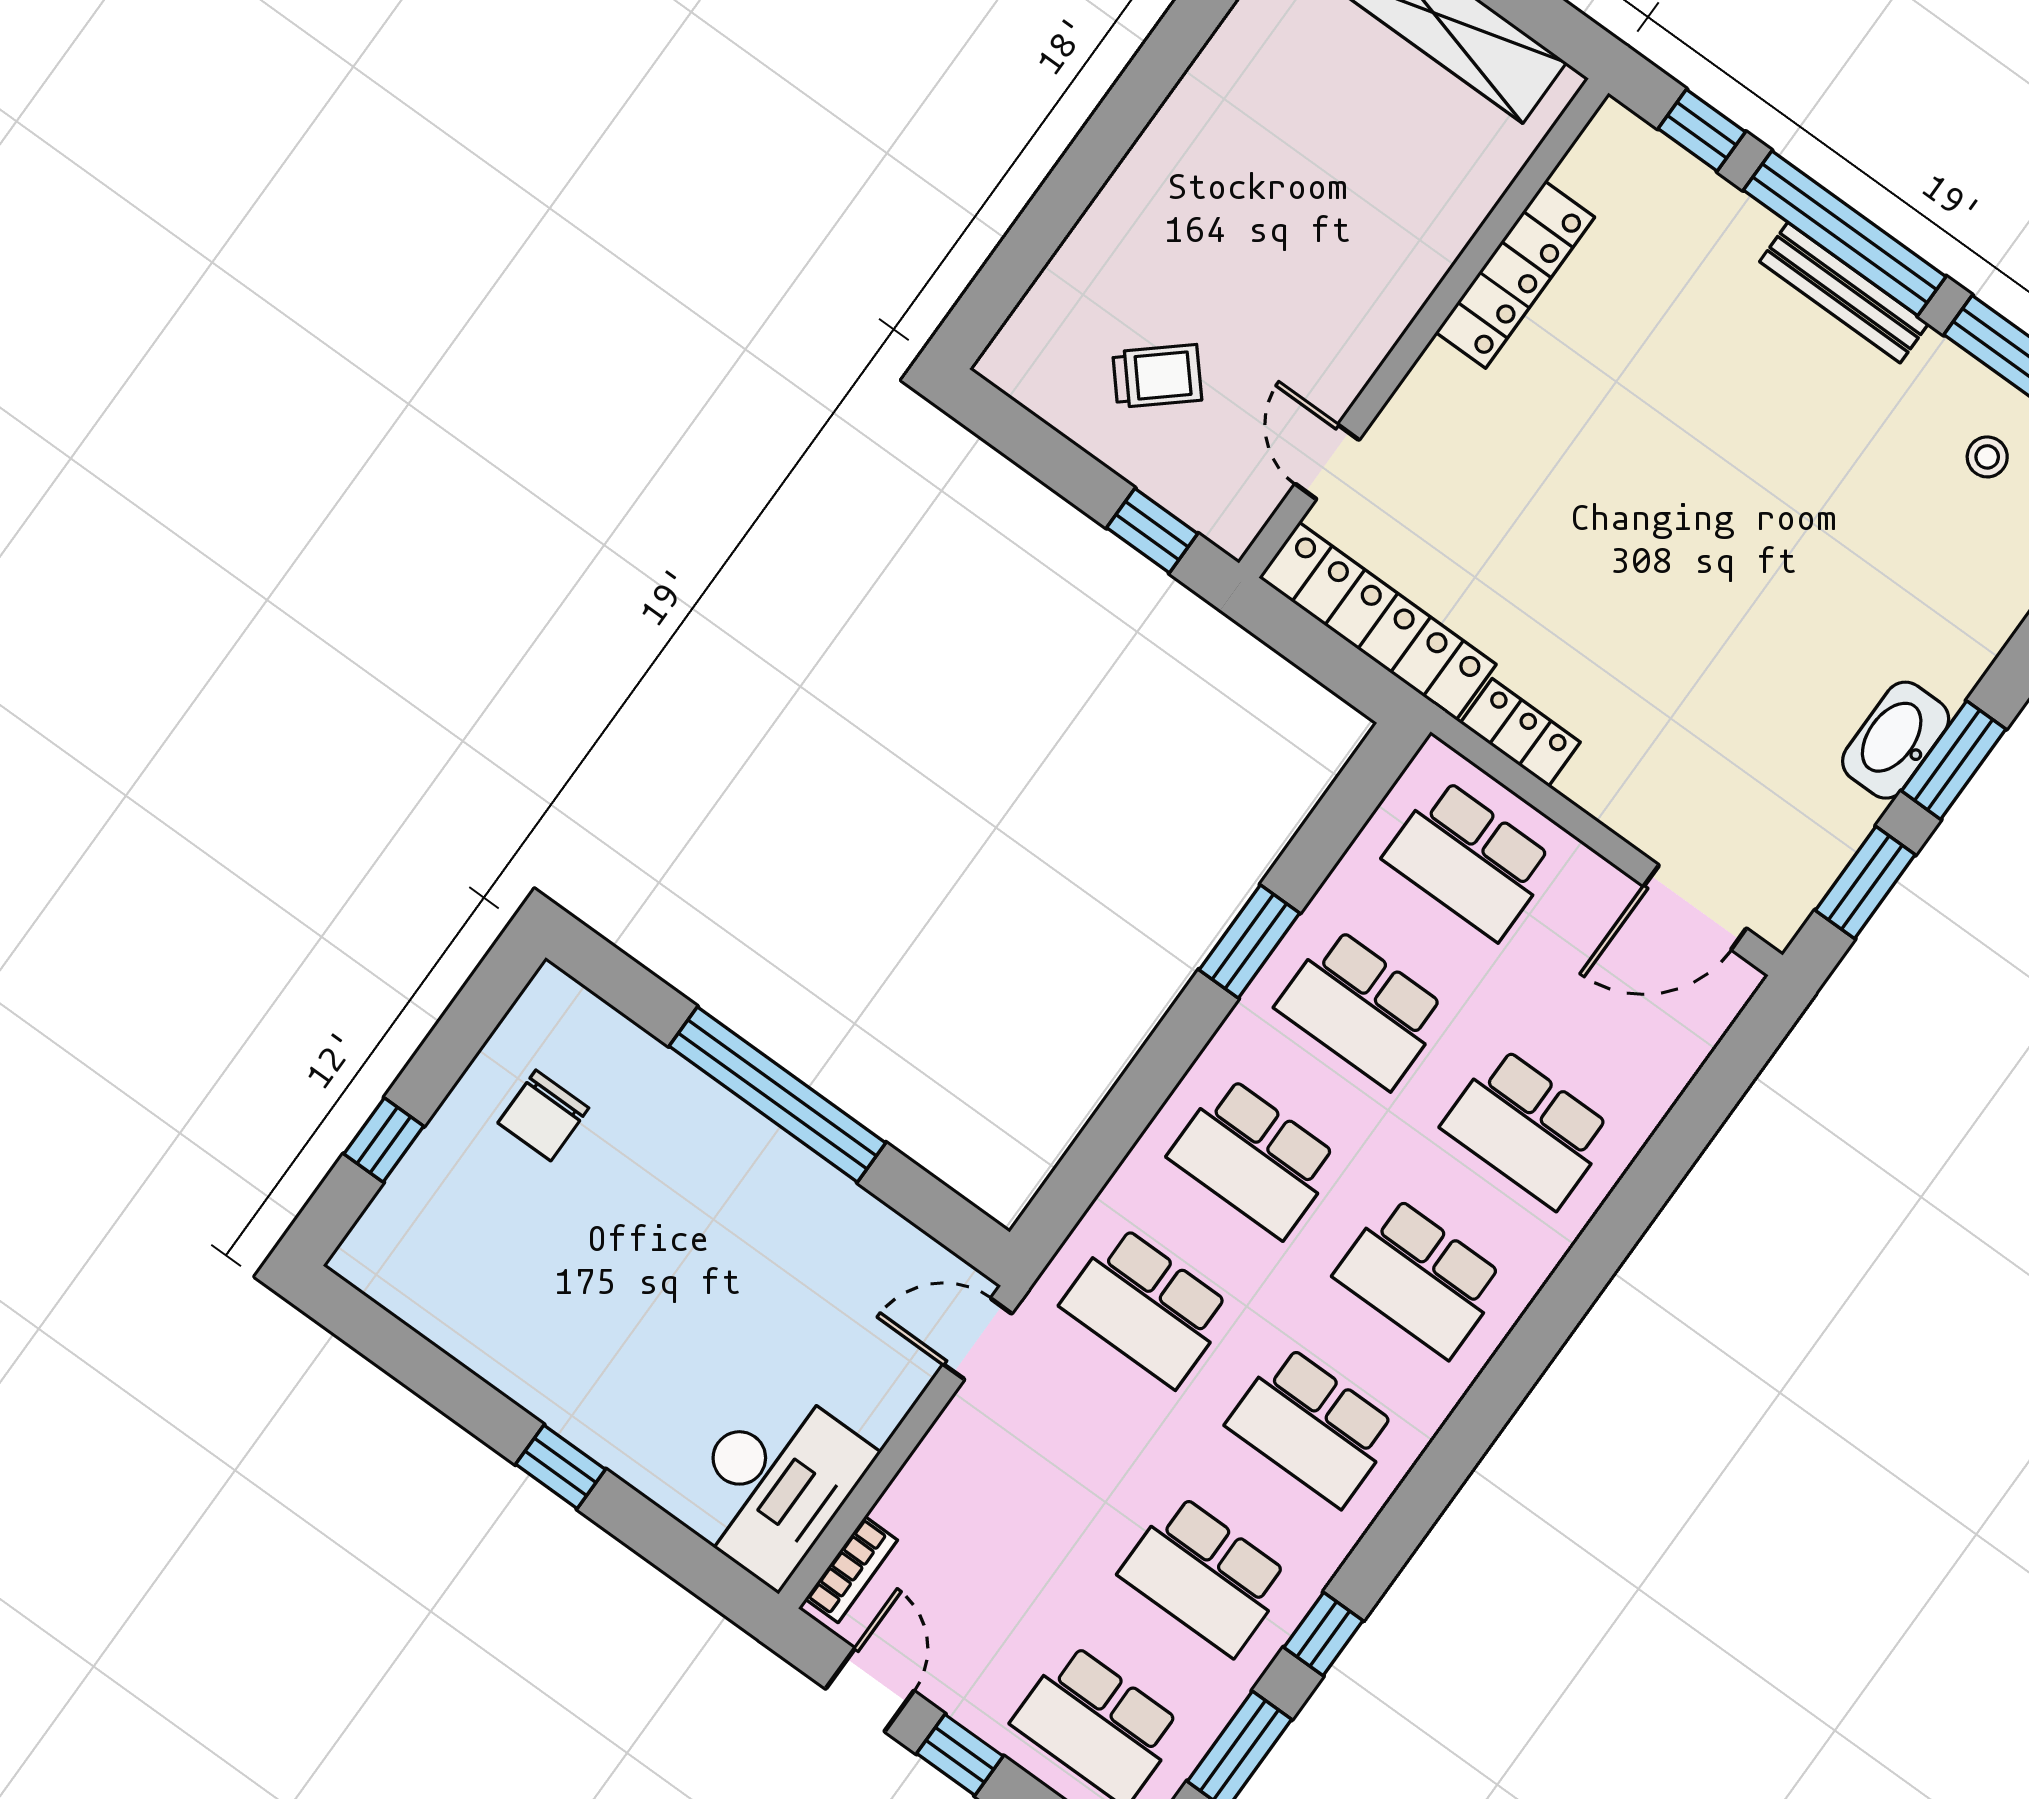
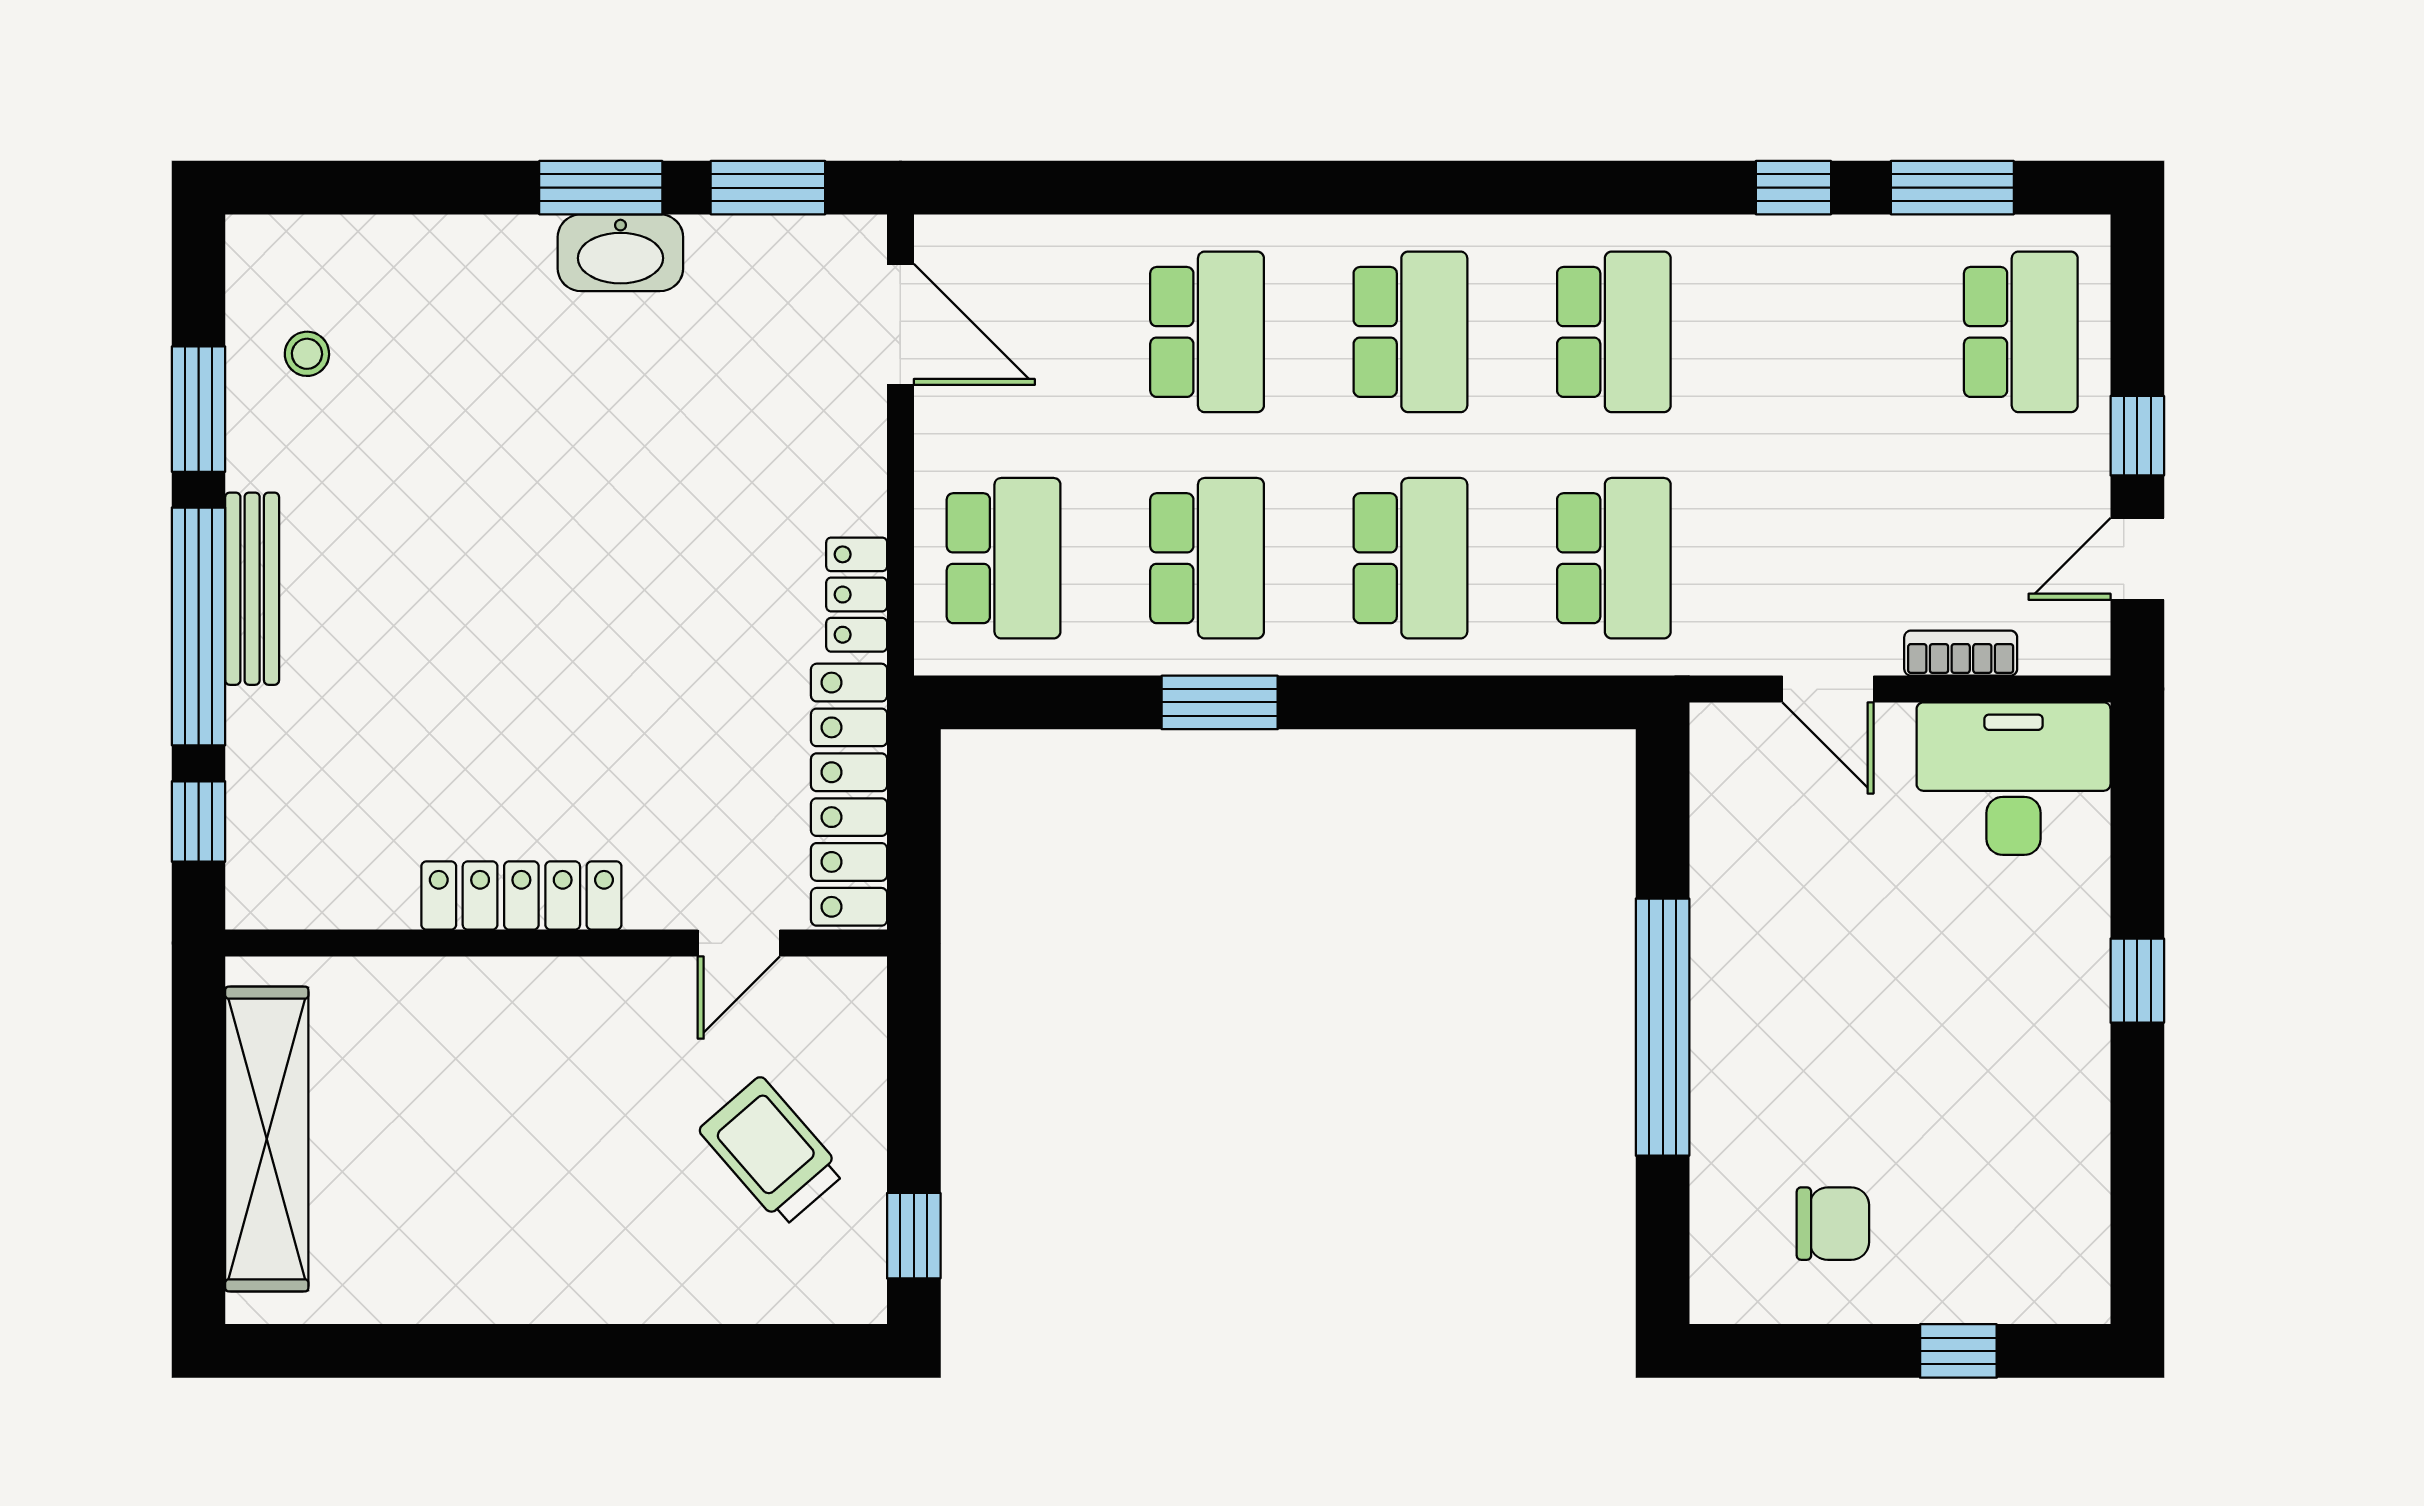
locker: (1515, 275) -> (521, 896), moved
trolley: (1157, 376) -> (772, 1151), width x1.36, depth x1.39
window: (1152, 531) -> (914, 1236), moved
door: (978, 1339) -> (1828, 689), moved
bookcase: (851, 1569) -> (1961, 653), moved
school desk: (1205, 1575) -> (1817, 332), removed

